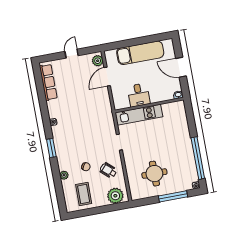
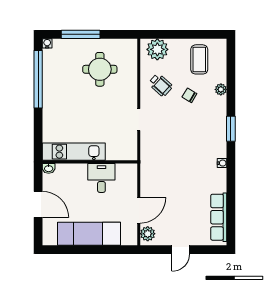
kitchen unit: (139, 115) -> (74, 152), moved

